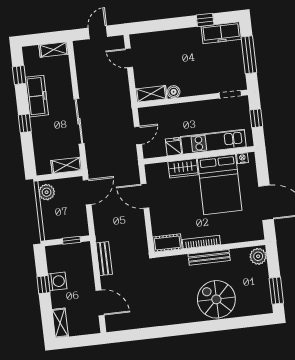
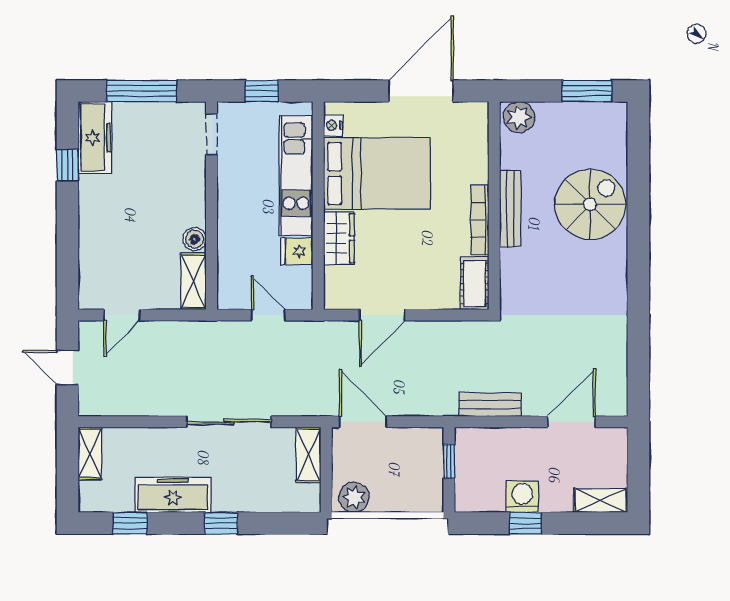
spiral stairs: (216, 299) -> (590, 204), turned 180

